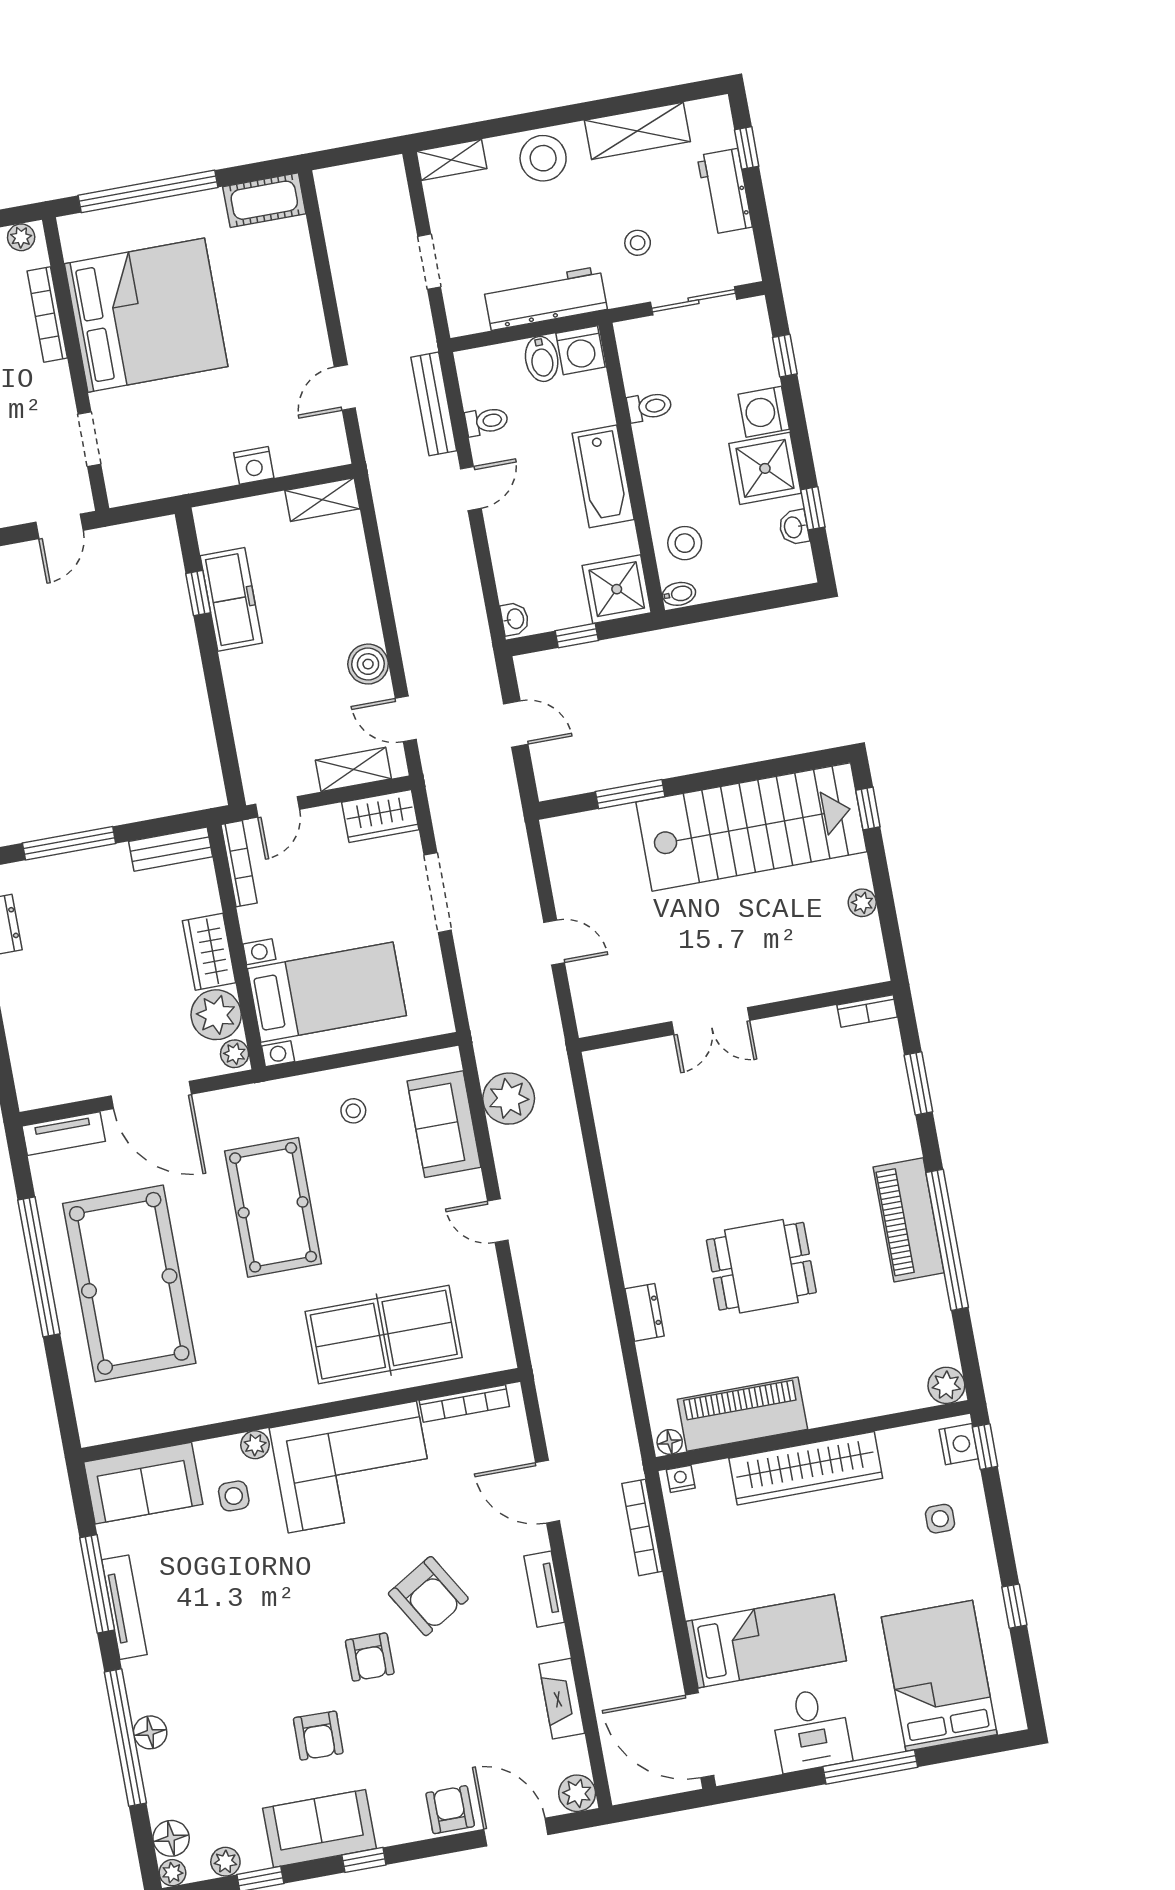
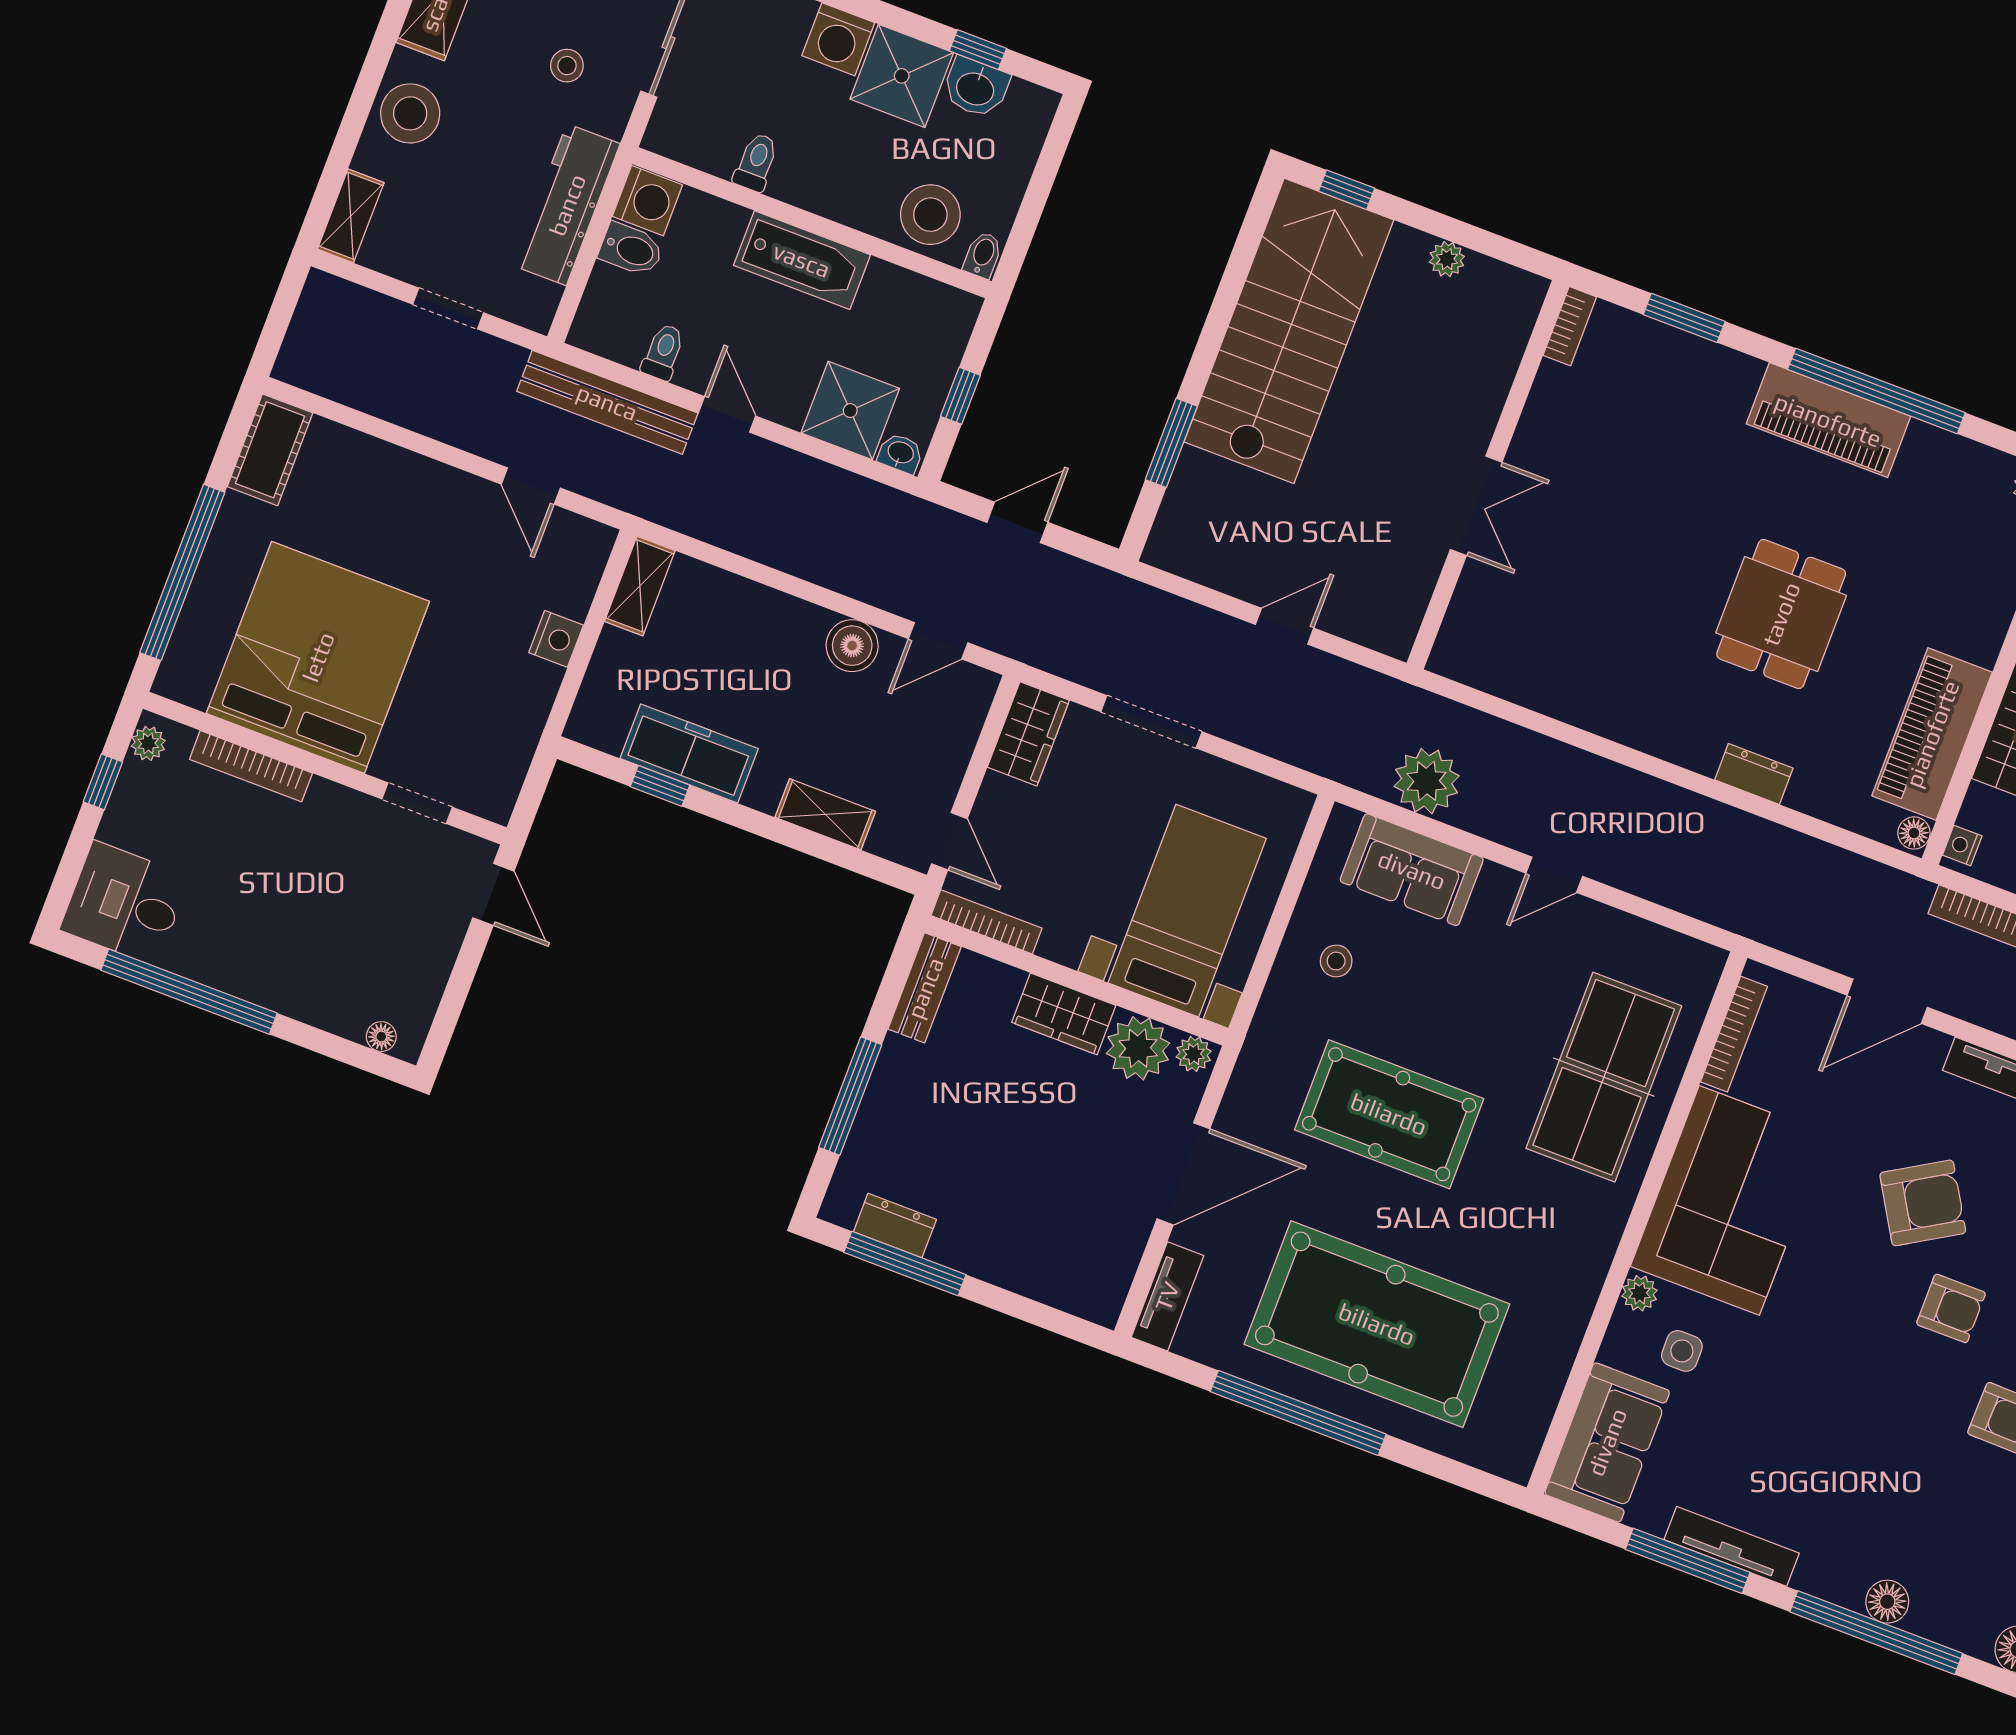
bench: (434, 404) -> (607, 402), width x1.37, depth x1.21
washbasin: (794, 527) -> (976, 88), width x1.38, depth x1.45
stool: (685, 543) -> (930, 215), width x1.38, depth x1.38
shower: (617, 589) -> (850, 411), moved
shelving: (353, 769) -> (825, 814), moved, turned 90

